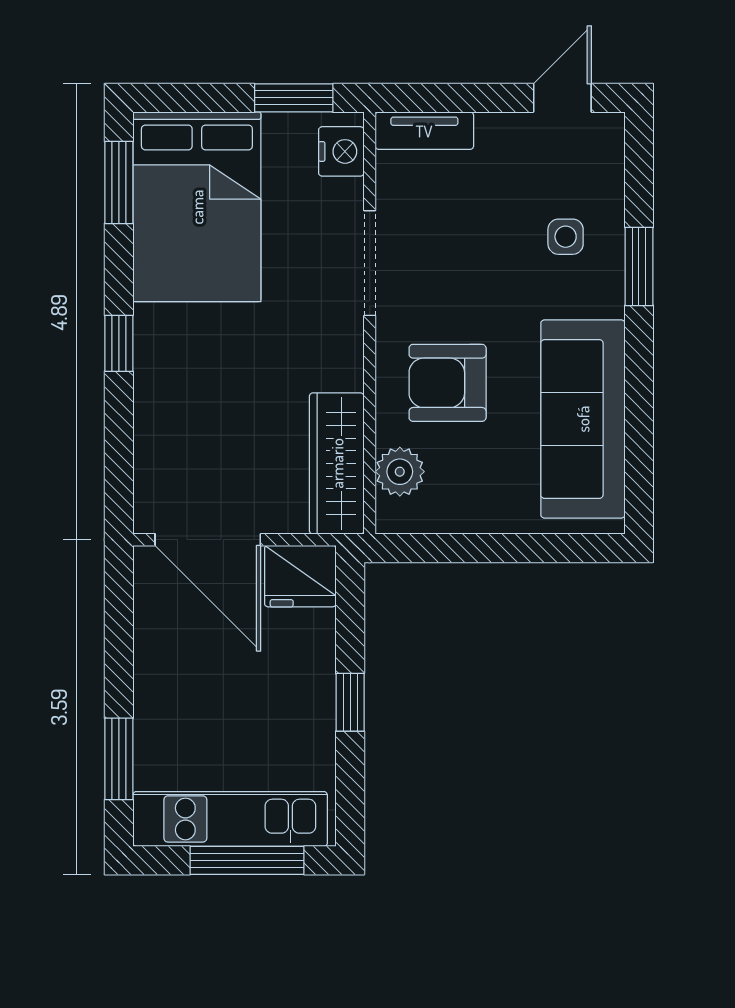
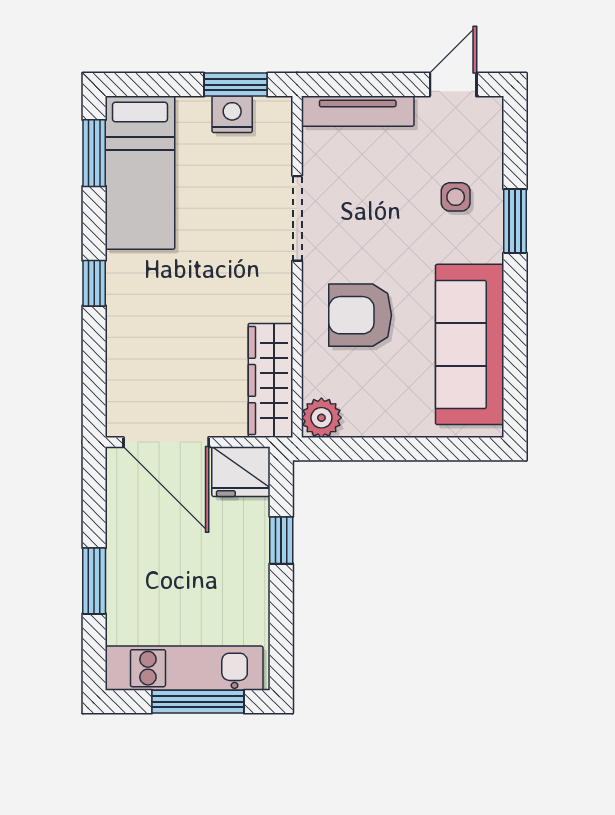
tv unit: (424, 131) -> (358, 111), width x1.41
nightstand: (341, 151) -> (232, 114), moved, turned -90
bed: (197, 207) -> (140, 173), width x0.67
plant: (400, 472) -> (321, 418), moved
window: (350, 702) -> (281, 540), moved
window: (119, 759) -> (94, 581), moved

